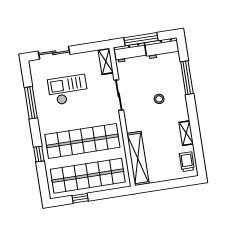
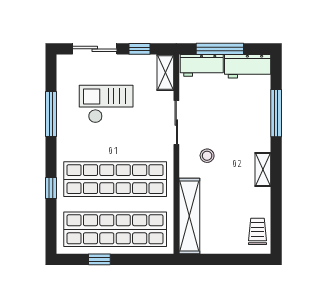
window: (85, 48) -> (140, 49), added
stool: (159, 99) -> (207, 156), moved
shelving: (186, 133) -> (263, 170), moved

